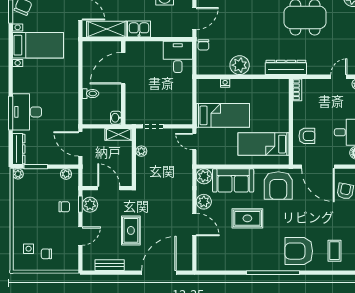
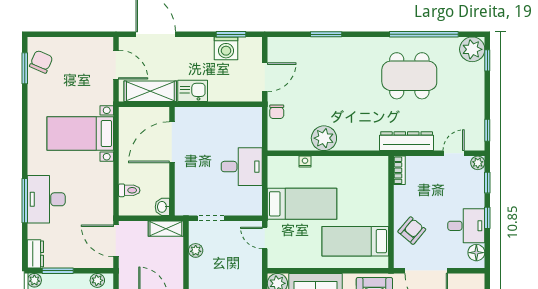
bed with nightstands: (38, 45) -> (80, 134), moved, turned 180
desk: (178, 57) -> (242, 167), moved, turned 90
dresser: (286, 67) -> (407, 141), moved
toilet: (90, 94) -> (129, 190), moved
armchair: (307, 136) -> (412, 231), turned -50
dresser: (19, 149) -> (35, 254), width x0.70

